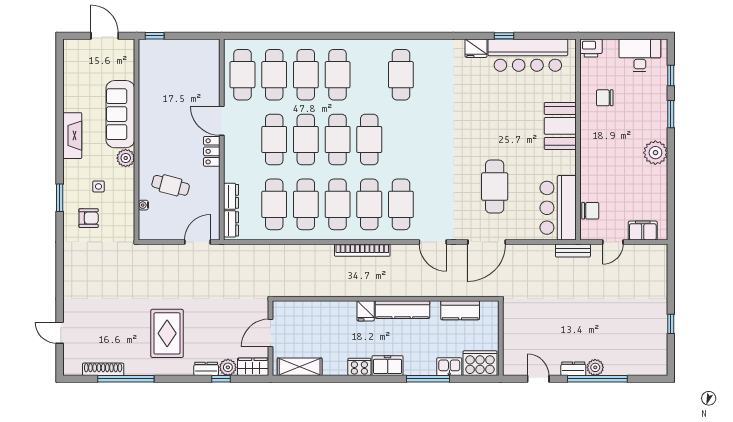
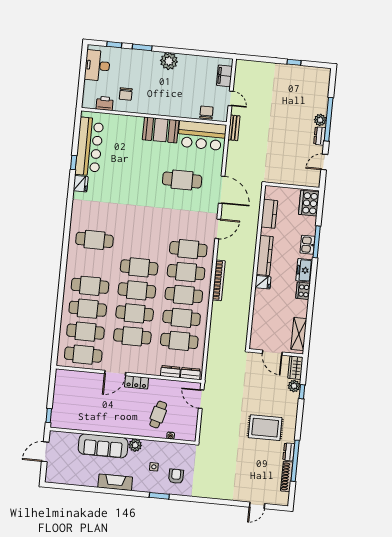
printer: (591, 48) -> (105, 103), moved, turned -90
booth: (560, 126) -> (161, 130), moved
kitchen sink: (449, 367) -> (307, 245), moved
dresser: (206, 369) -> (289, 452), moved

